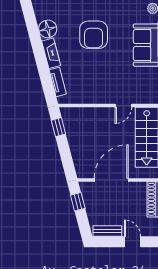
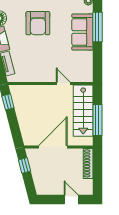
door: (123, 106) -> (63, 84), swing flipped
bench: (107, 231) -> (50, 190), removed

